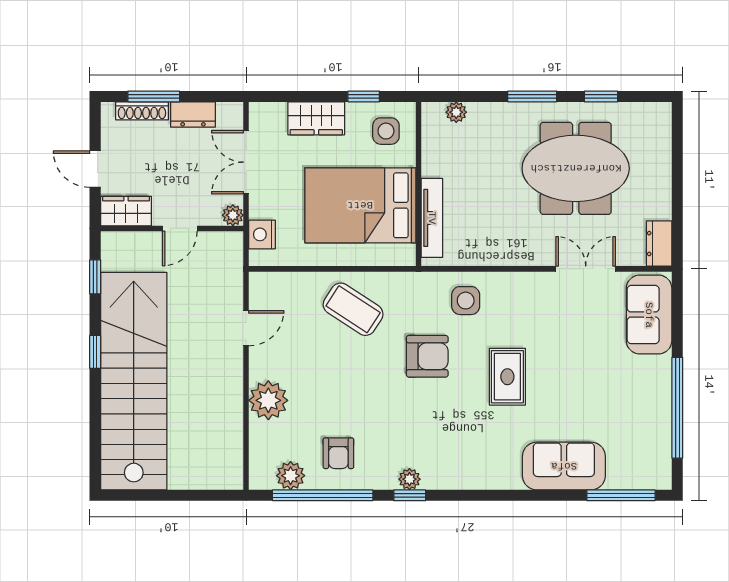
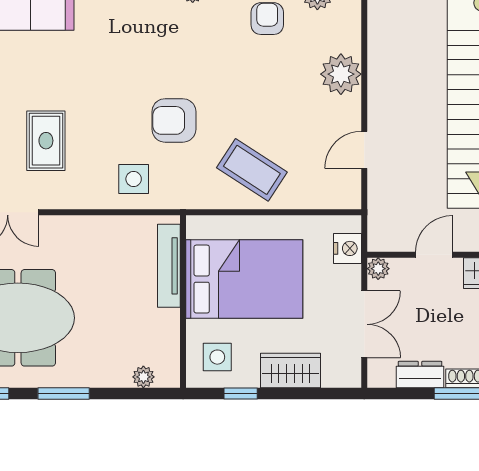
rug: (507, 377) -> (46, 141), moved

